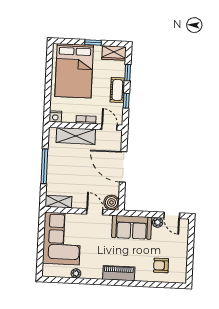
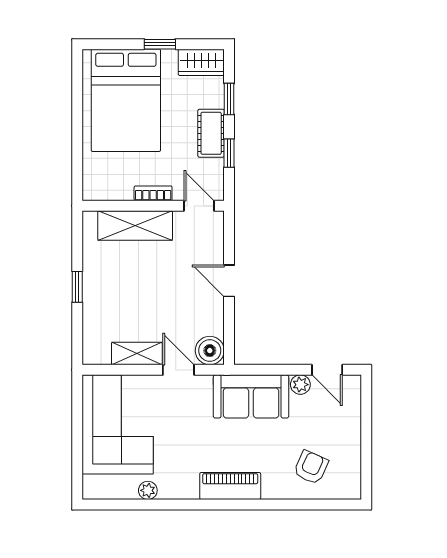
nightstand: (55, 117) -> (94, 190), removed
window: (44, 166) -> (77, 287), width x0.46
door: (123, 167) -> (229, 281), width x0.53
shelving: (58, 202) -> (137, 354), moved
armchair: (161, 265) -> (311, 467), turned 114

